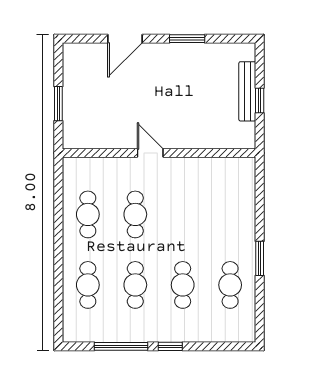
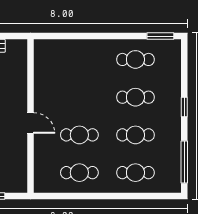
door: (150, 153) -> (31, 123), swing flipped
window: (260, 258) -> (160, 36), moved
window: (121, 346) -> (184, 162), moved

